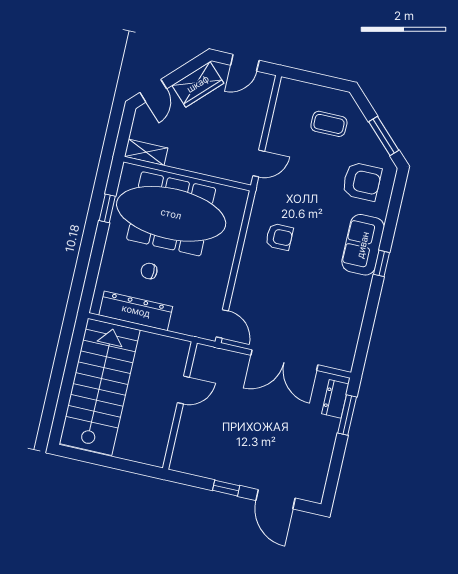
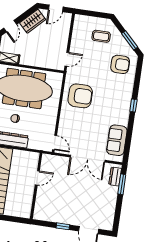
armchair: (279, 237) -> (80, 96), width x1.88, depth x1.88
sofa: (363, 245) -> (117, 140), moved

